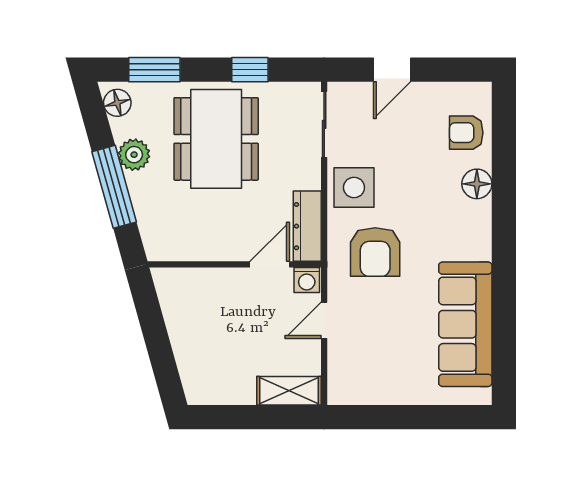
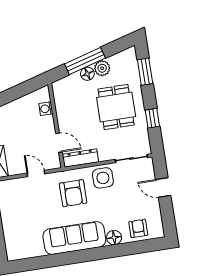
floor lamp: (117, 103) -> (87, 74), moved
dining table: (216, 139) -> (116, 107), width x0.73
armchair: (375, 252) -> (73, 193), turned -90
washing machine: (307, 280) -> (46, 109), moved
sofa: (465, 324) -> (74, 238), moved

